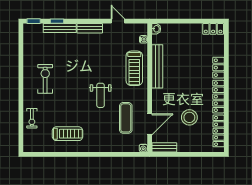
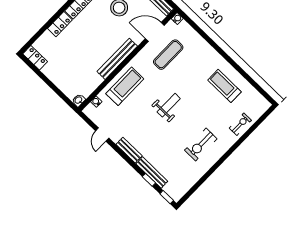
bench: (157, 66) -> (117, 59), moved
weight bench: (101, 95) -> (169, 105), moved

